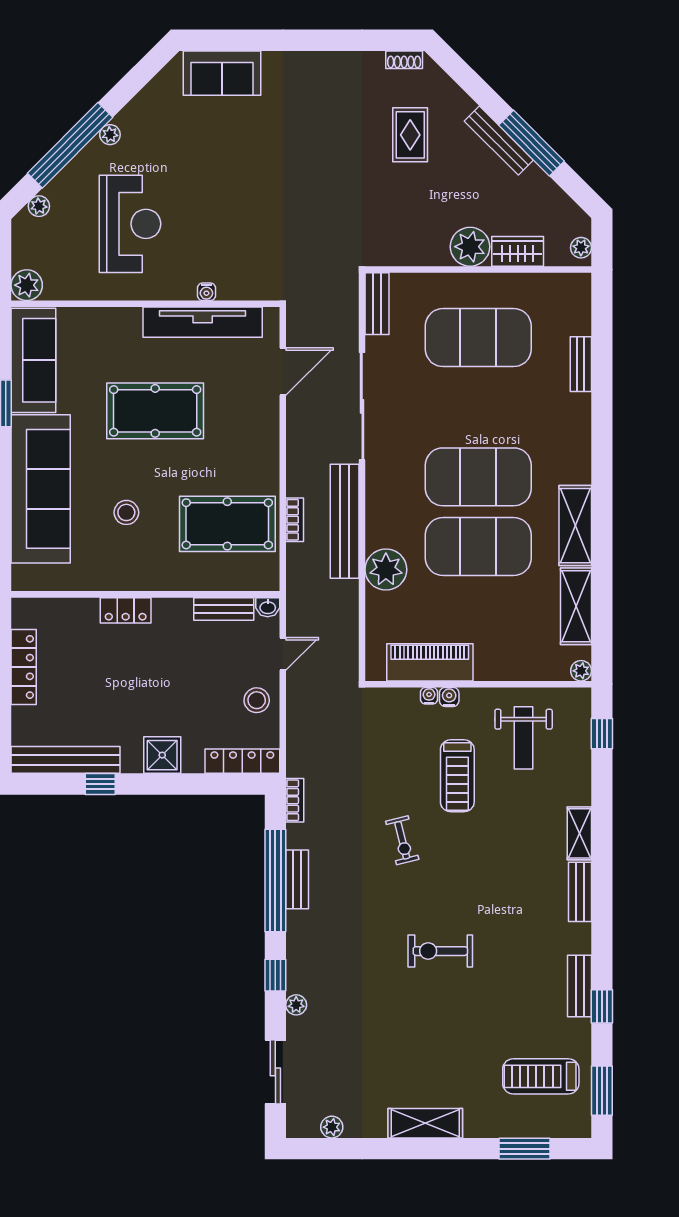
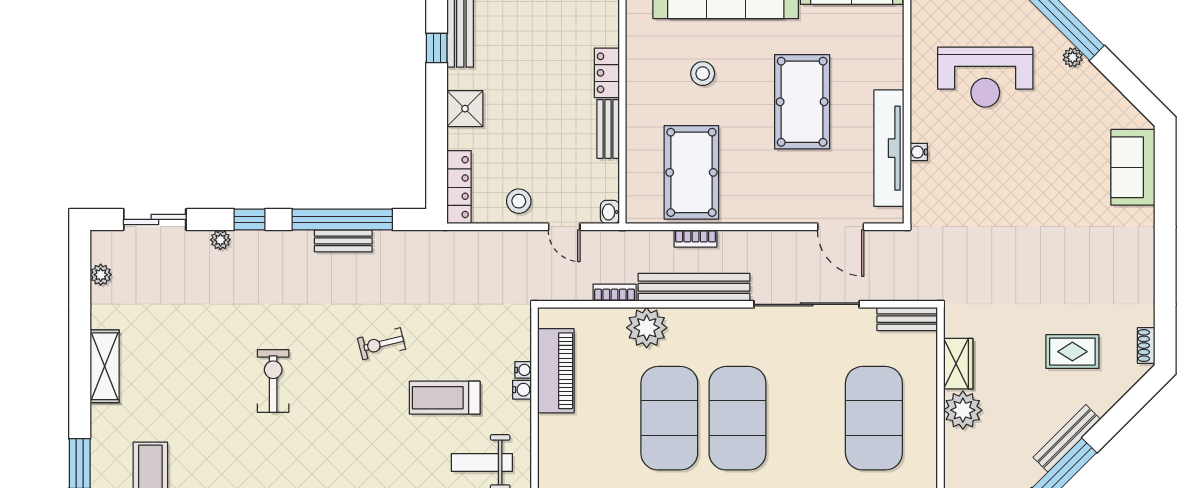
wardrobe: (518, 251) -> (958, 364), moved
bench: (224, 609) -> (608, 129), moved
bookcase: (295, 800) -> (615, 293), moved, turned 180

